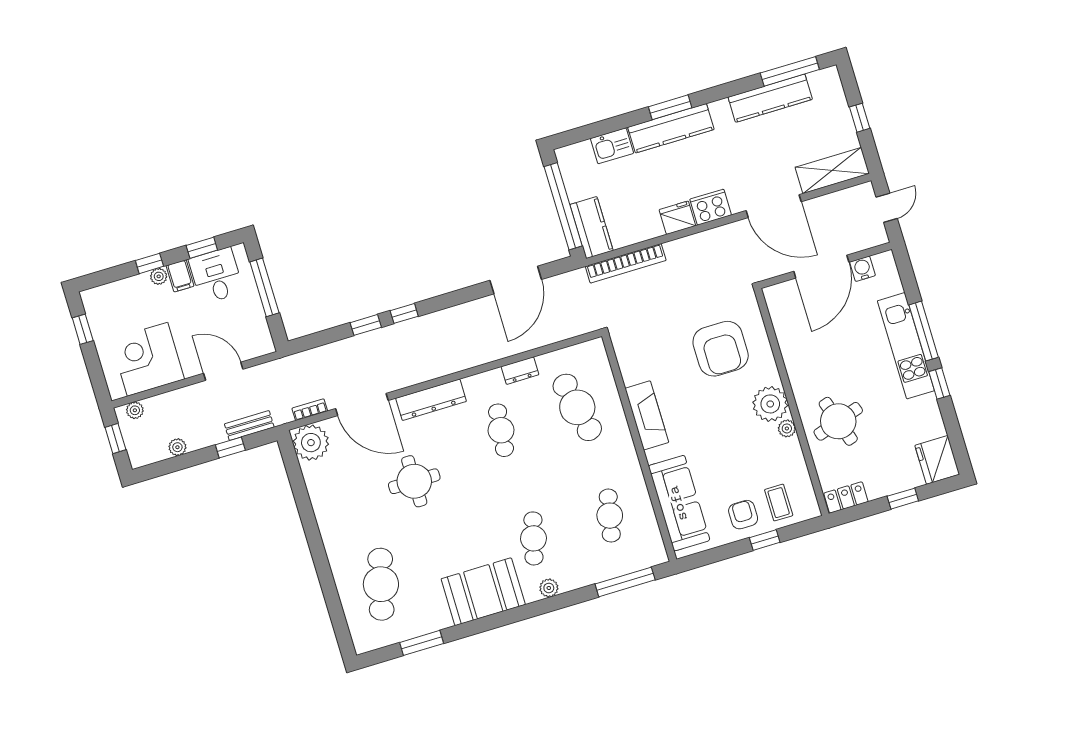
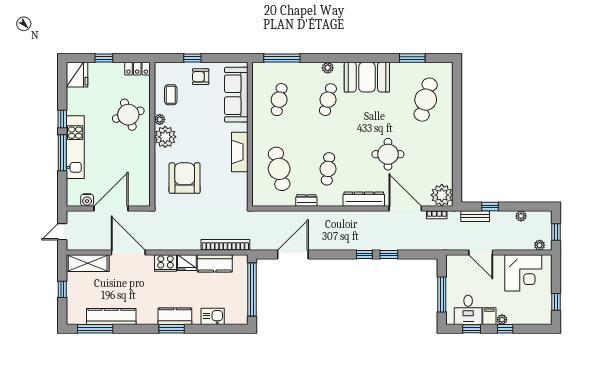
kitchen counter: (671, 128) -> (175, 316), width x0.67
kitchen counter: (591, 228) -> (215, 263), moved, turned -90
coffee table: (779, 503) -> (171, 95), moved
armchair: (743, 515) -> (201, 77), turned 90

